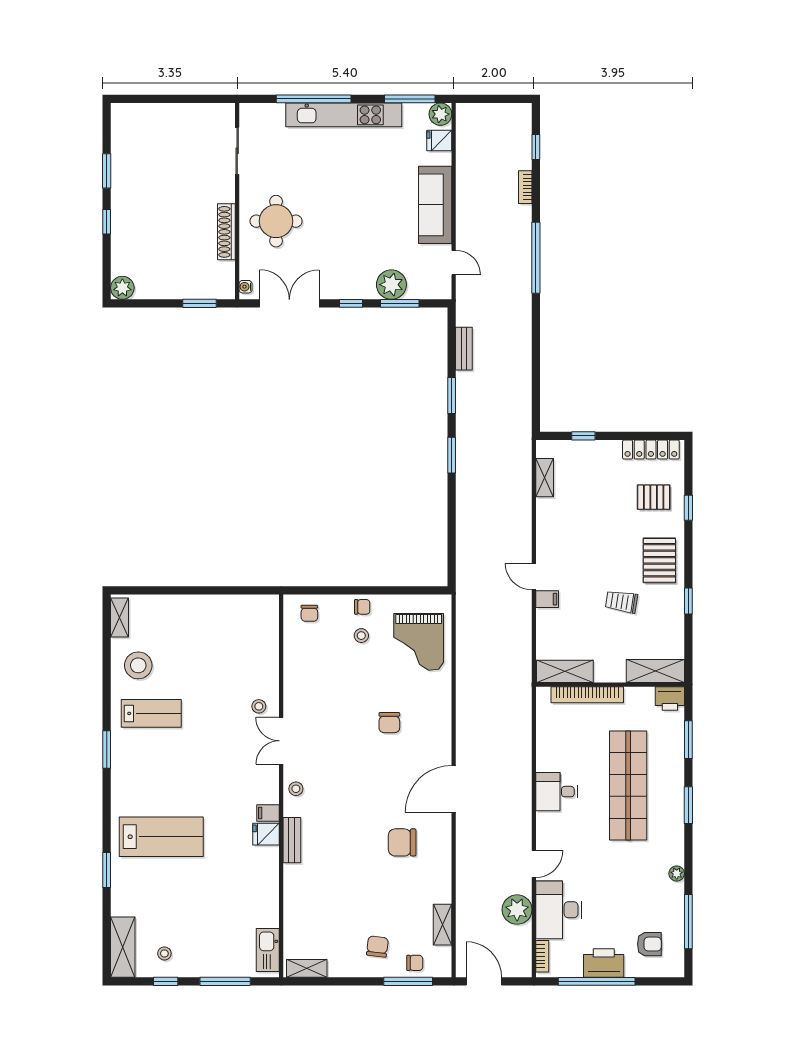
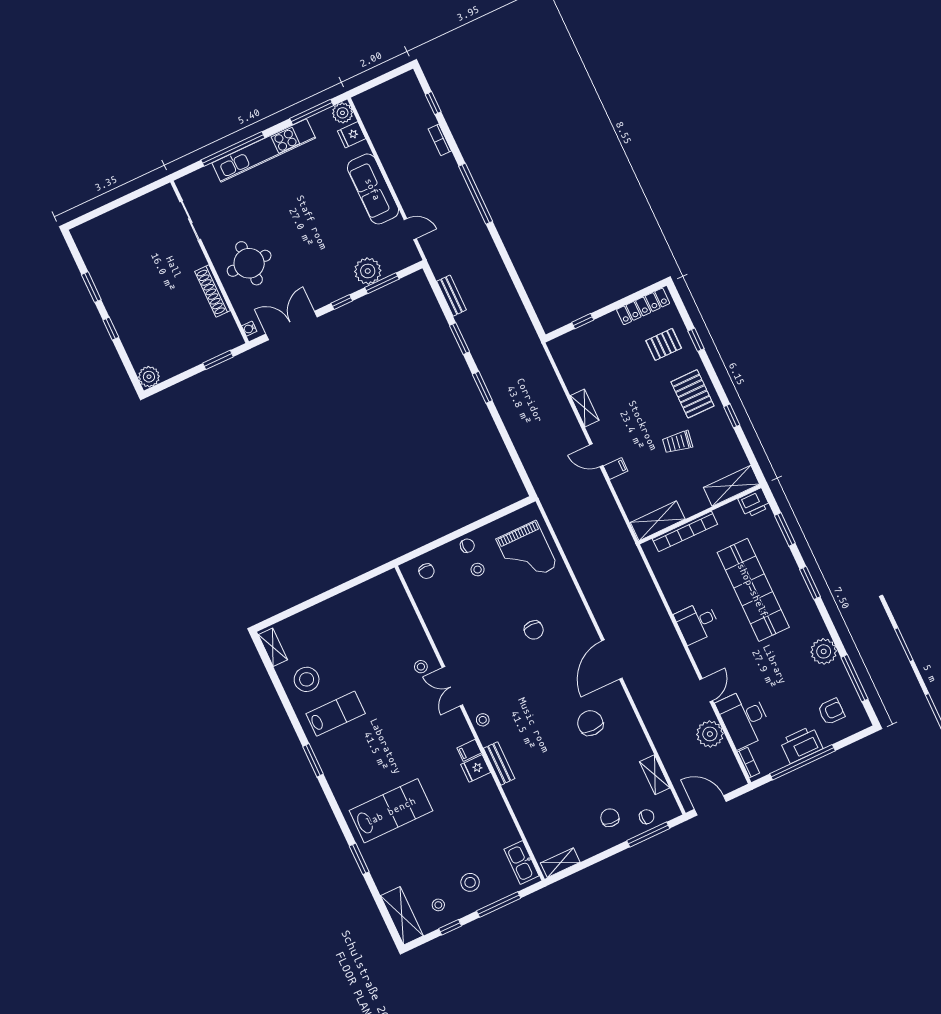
shelving: (545, 478) -> (585, 408), moved
chair: (402, 842) -> (590, 723), turned 90
plant: (677, 874) -> (824, 651), width x1.88, depth x1.88
stool: (207, 946) -> (470, 882), added

